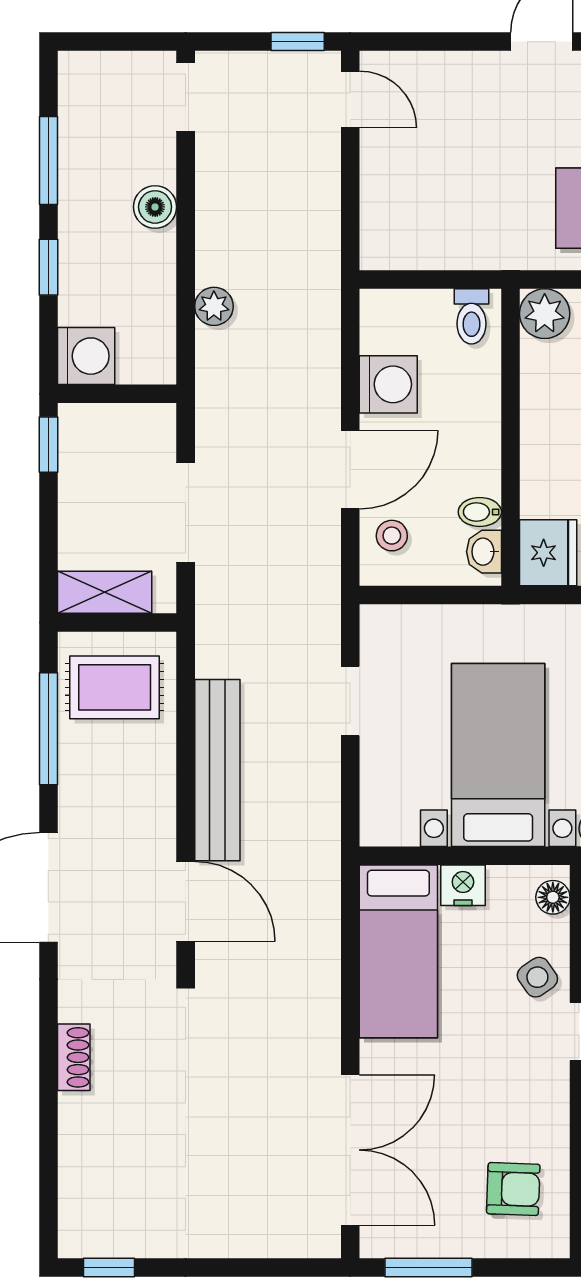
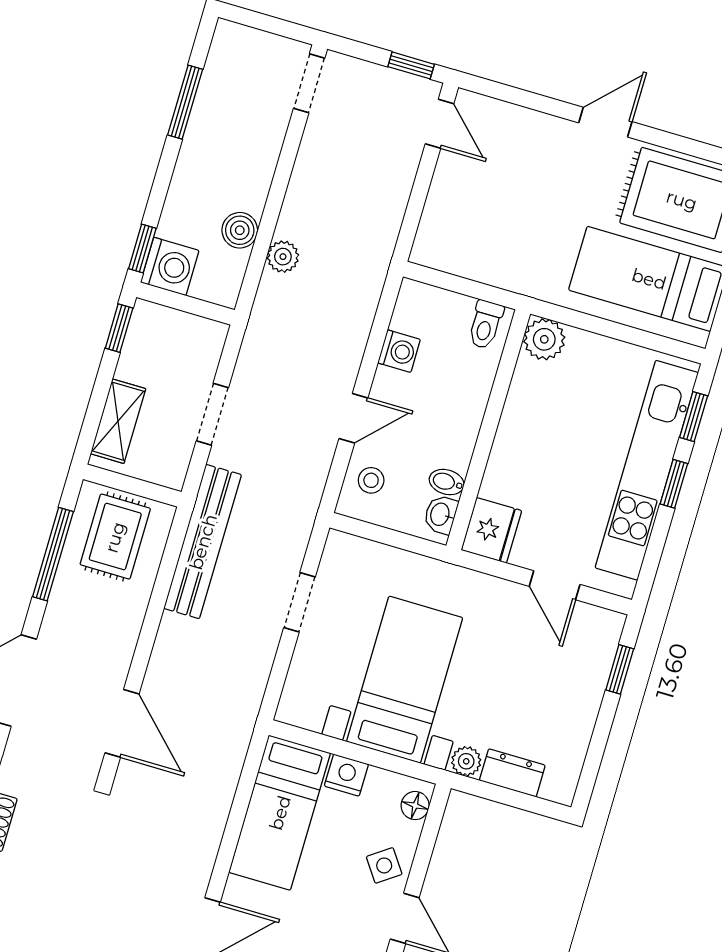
boiler: (155, 207) -> (240, 230), moved
window: (48, 267) -> (142, 249), moved
washing machine: (388, 384) -> (399, 351), width x0.73, depth x0.73
door: (350, 470) -> (353, 418), width x0.73
doorway: (186, 513) -> (212, 414), width x0.73
shelving: (105, 592) -> (118, 421), moved, turned 90
rug: (115, 687) -> (115, 537), turned 90
bench: (217, 770) -> (203, 542), moved

